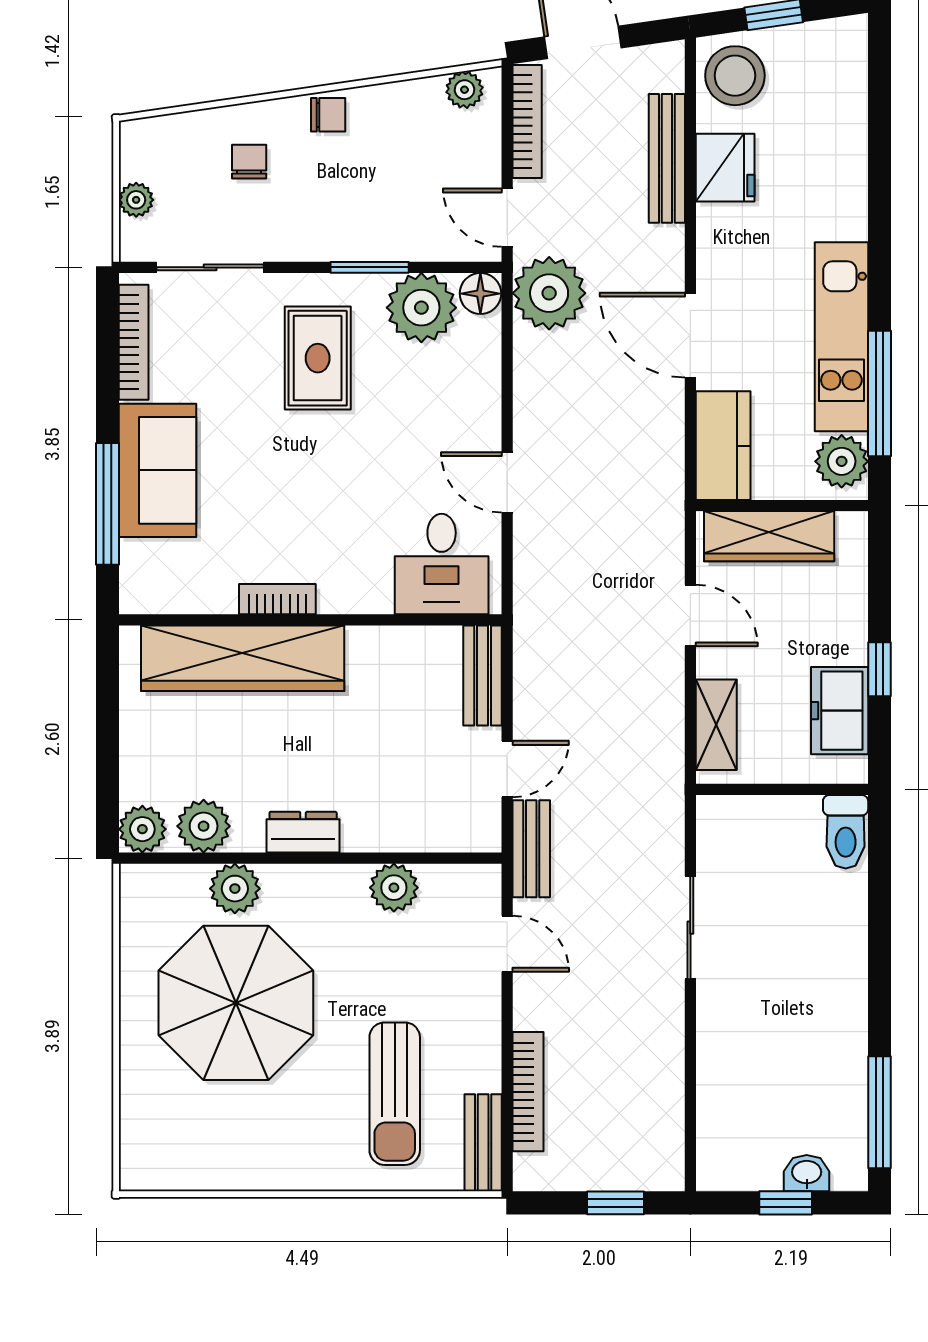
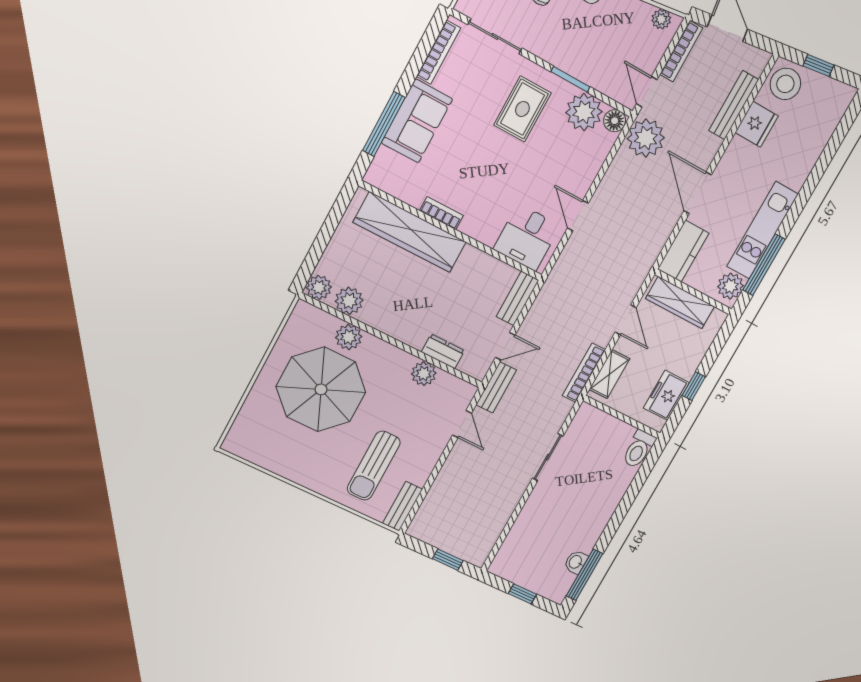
dresser: (303, 832) -> (443, 351), moved
bookcase: (528, 1092) -> (584, 373), moved, turned 180
washbasin: (807, 1173) -> (576, 562), moved, turned -90

